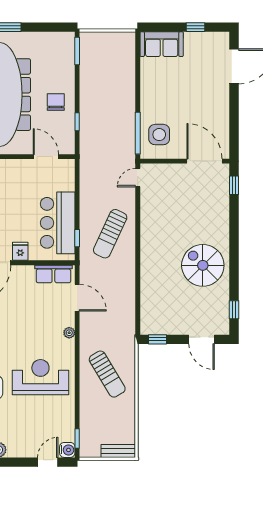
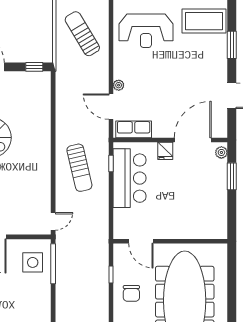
sun lounger: (110, 234) -> (79, 168), turned 142
plant: (69, 333) -> (119, 85), moved

